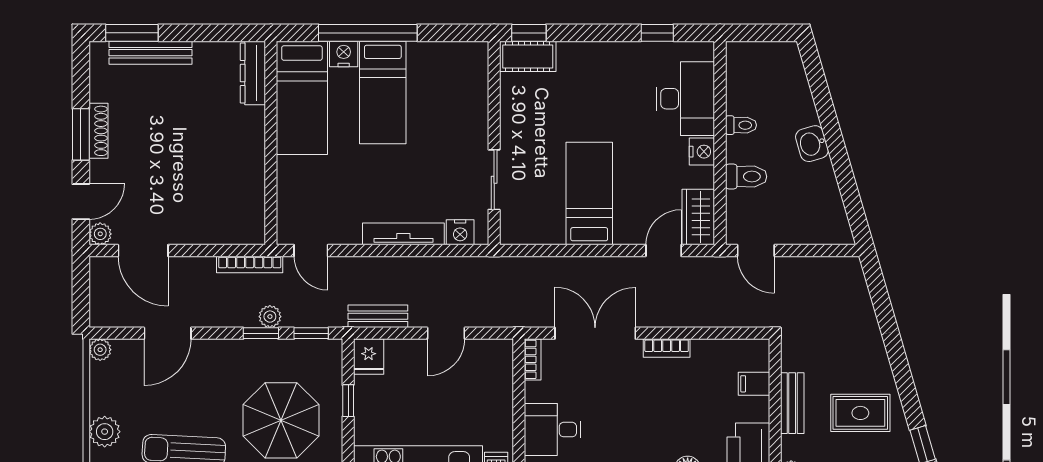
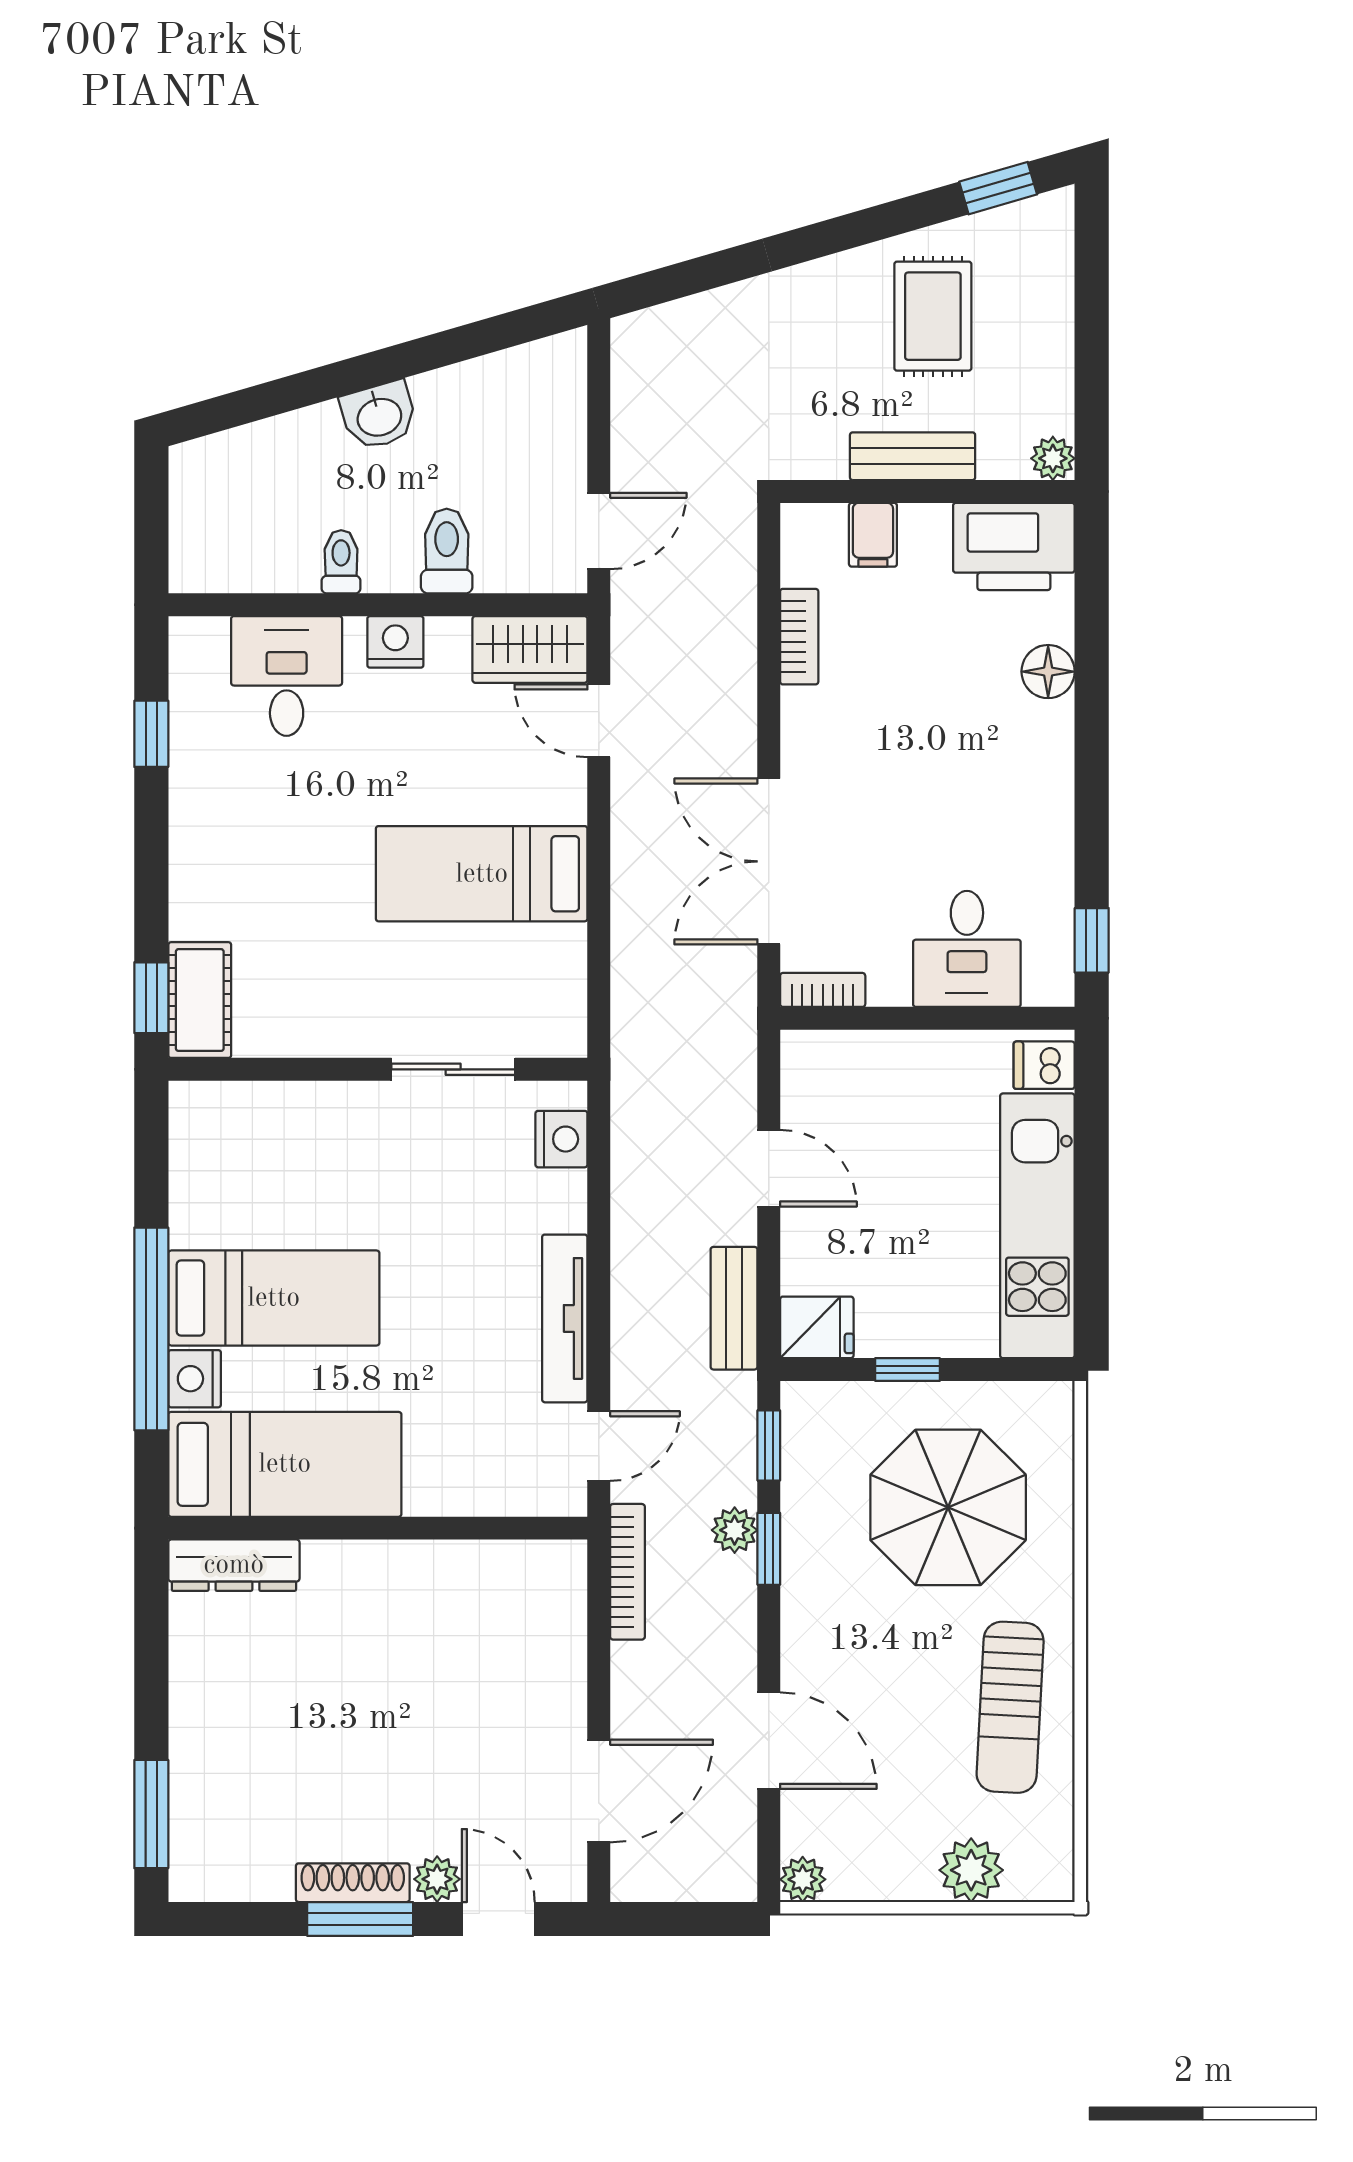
bench: (150, 53) -> (192, 1776), removed
desk: (685, 99) -> (287, 676), width x0.73
plant: (100, 234) -> (437, 1879), moved
tv unit: (403, 234) -> (565, 1318), moved
bookcase: (667, 348) -> (799, 637), moved

